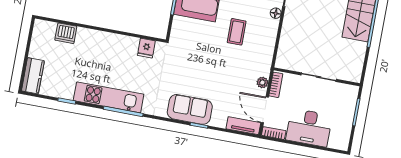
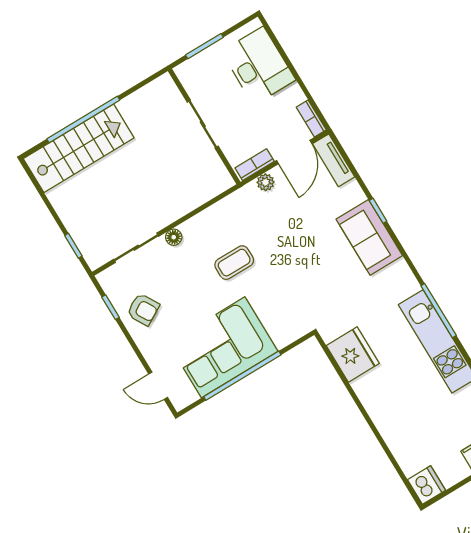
dishwasher: (66, 33) -> (426, 485), moved
fridge: (146, 48) -> (353, 355), width x1.88, depth x1.34
desk: (309, 128) -> (259, 66), moved

